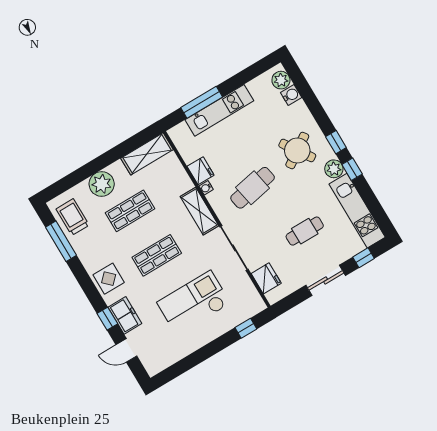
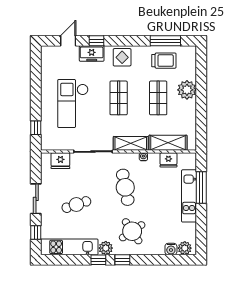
shelving: (147, 154) -> (168, 143), moved, turned 90
fridge: (201, 171) -> (168, 160), moved
trolley: (73, 217) -> (164, 61), moved
cafe table: (305, 231) -> (76, 205), turned 72
checkout: (194, 303) -> (73, 104), turned 180

